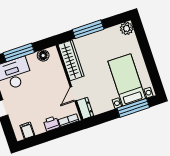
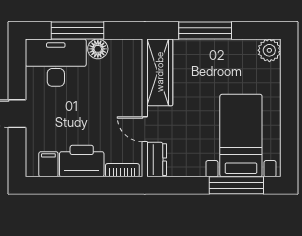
floor lamp: (43, 56) -> (98, 49), moved
door: (73, 94) -> (145, 129), hinge flipped
printer: (51, 124) -> (82, 161), width x1.87, depth x1.48

